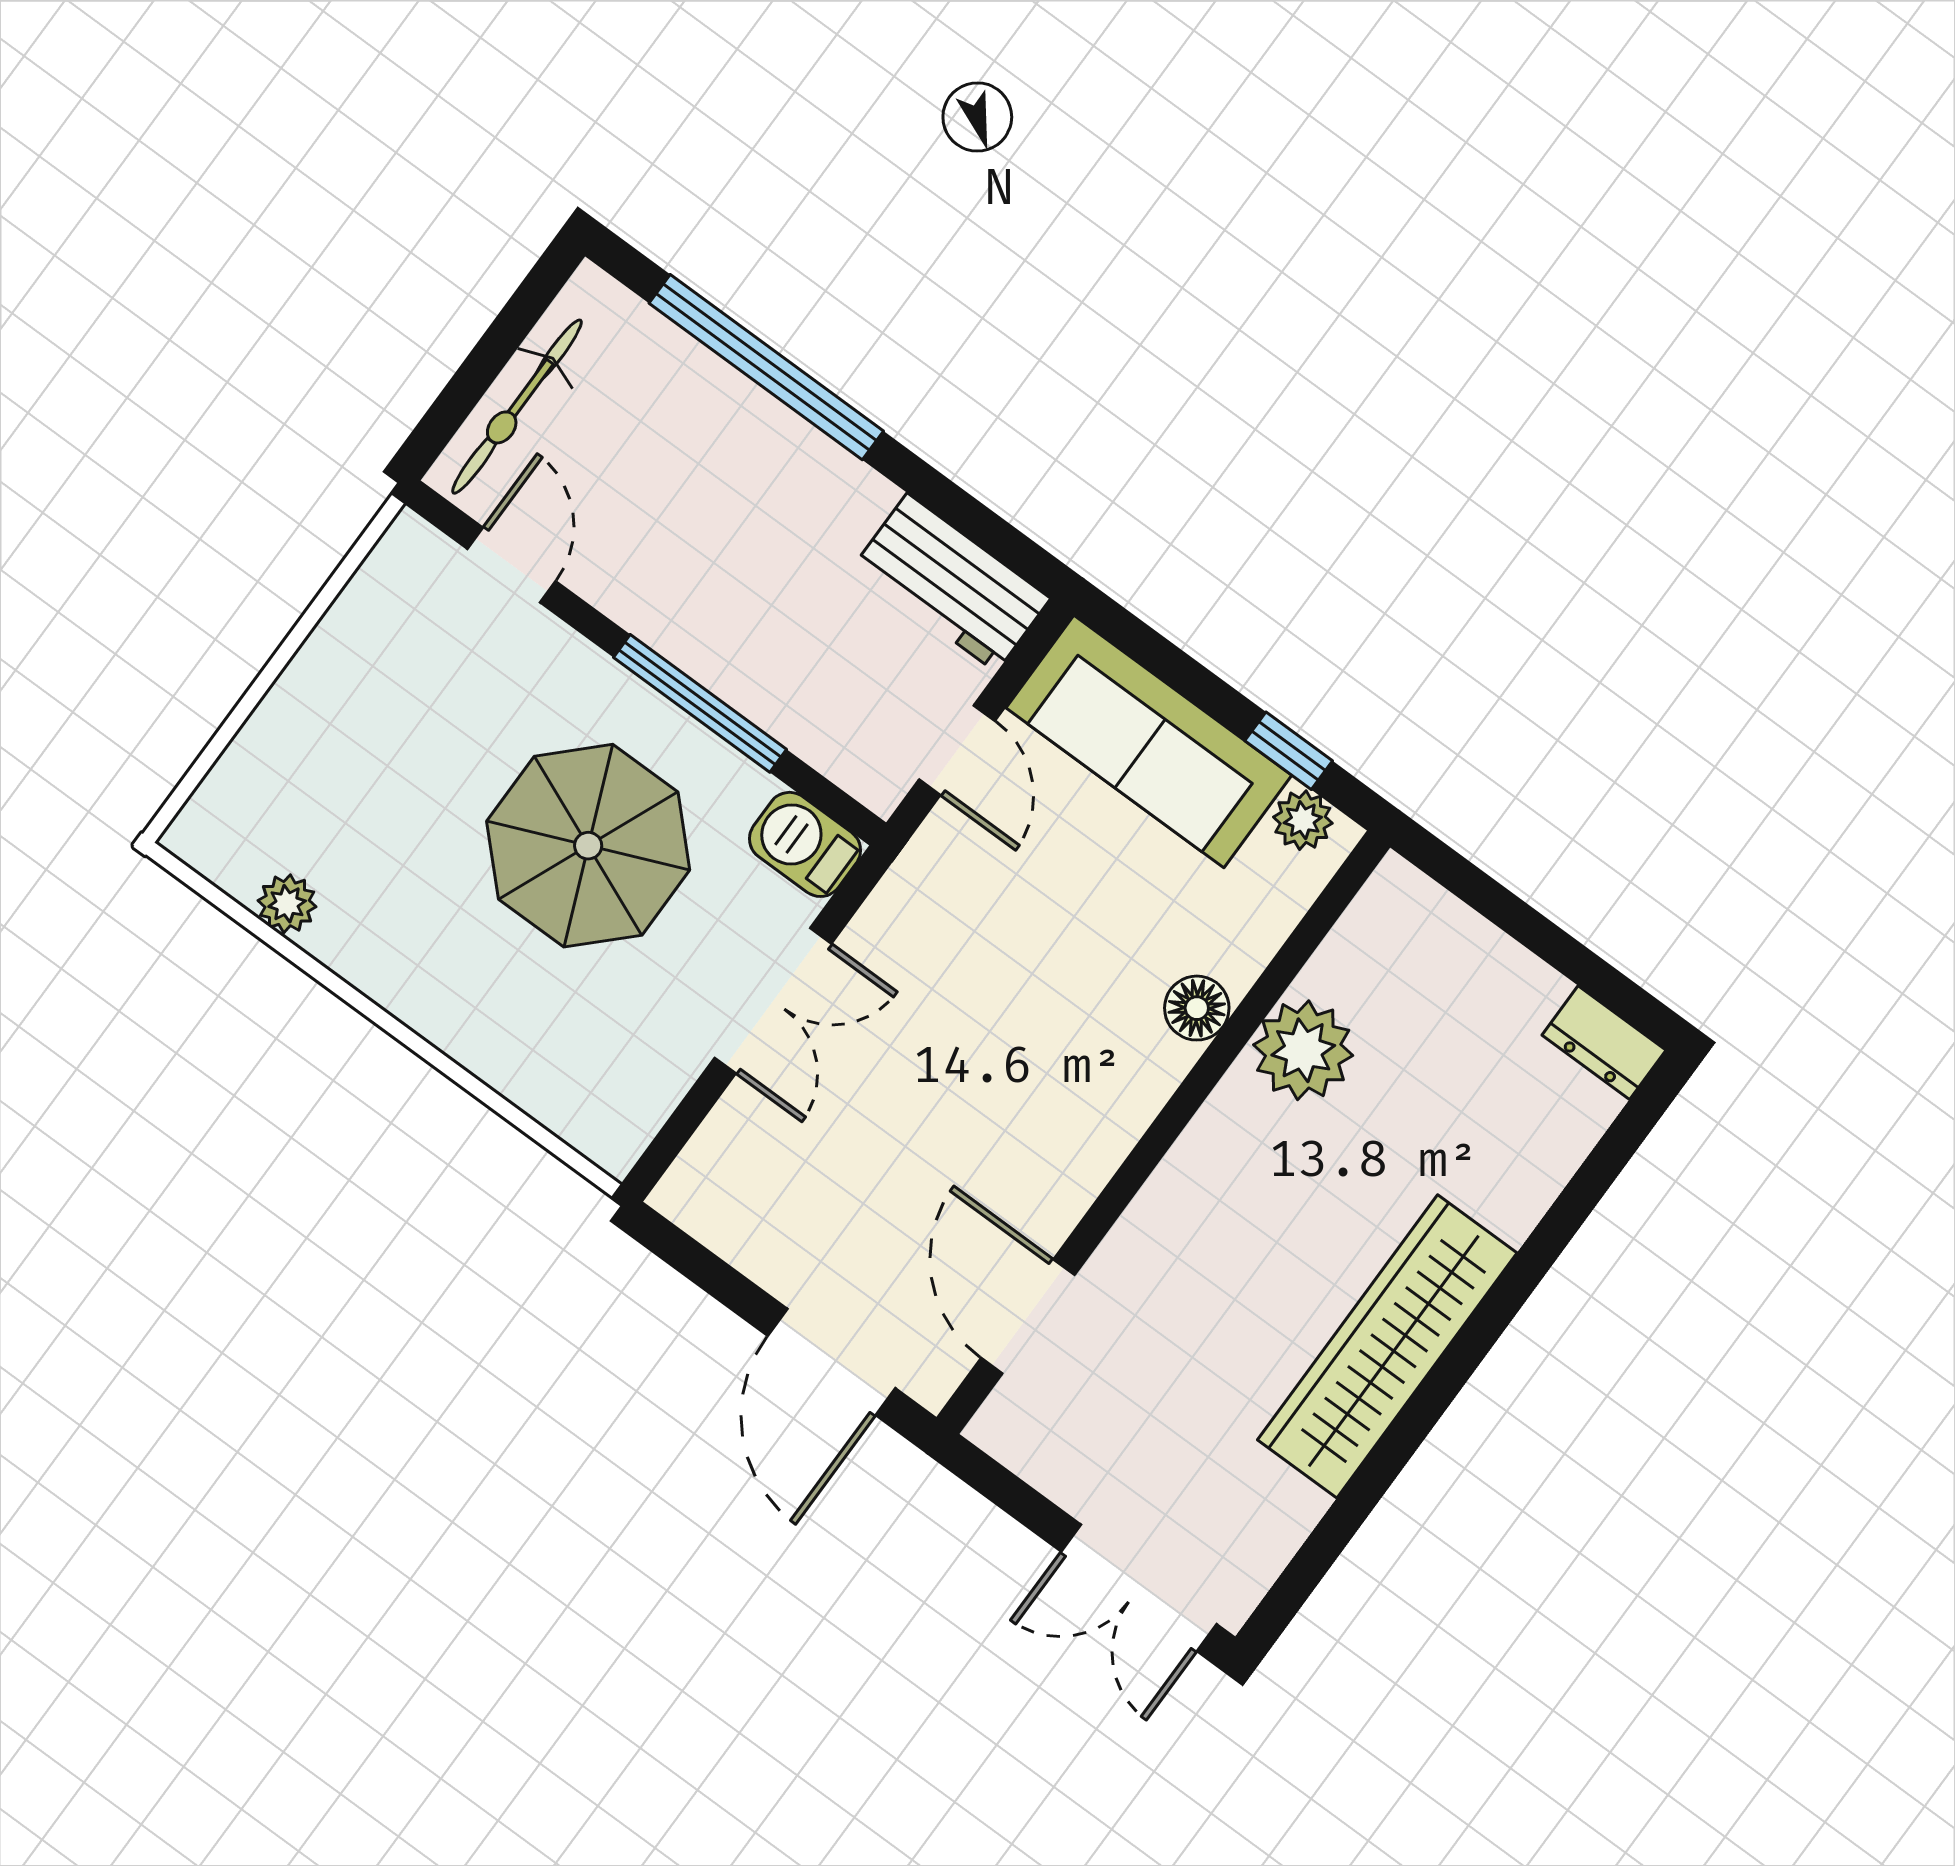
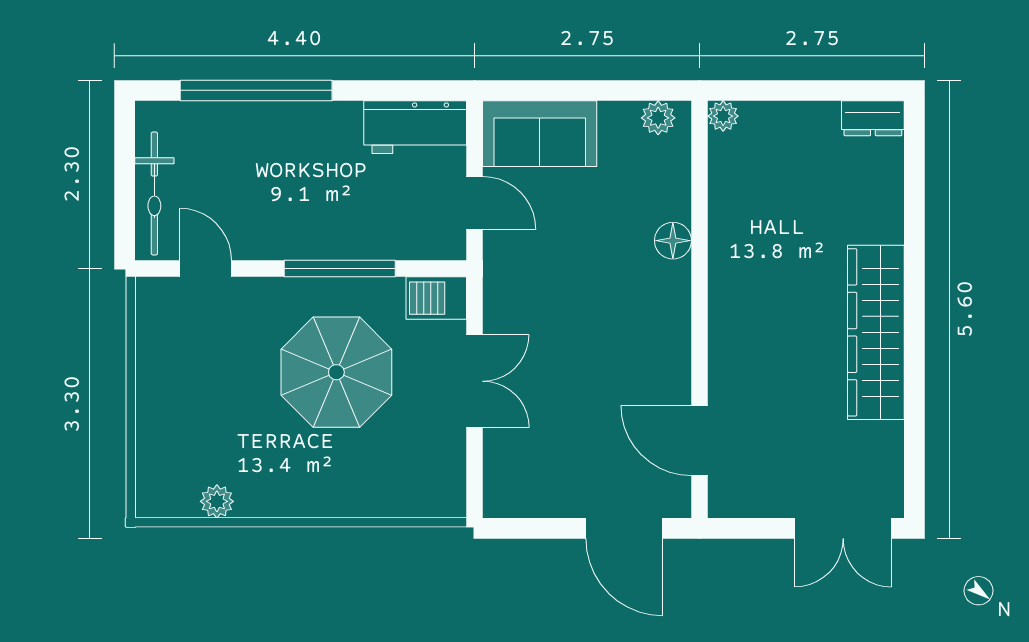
sofa: (1149, 742) -> (540, 134), width x0.73
window: (1289, 751) -> (628, 90), removed
plant: (1303, 1050) -> (723, 116), moved, width x0.53, depth x0.53

